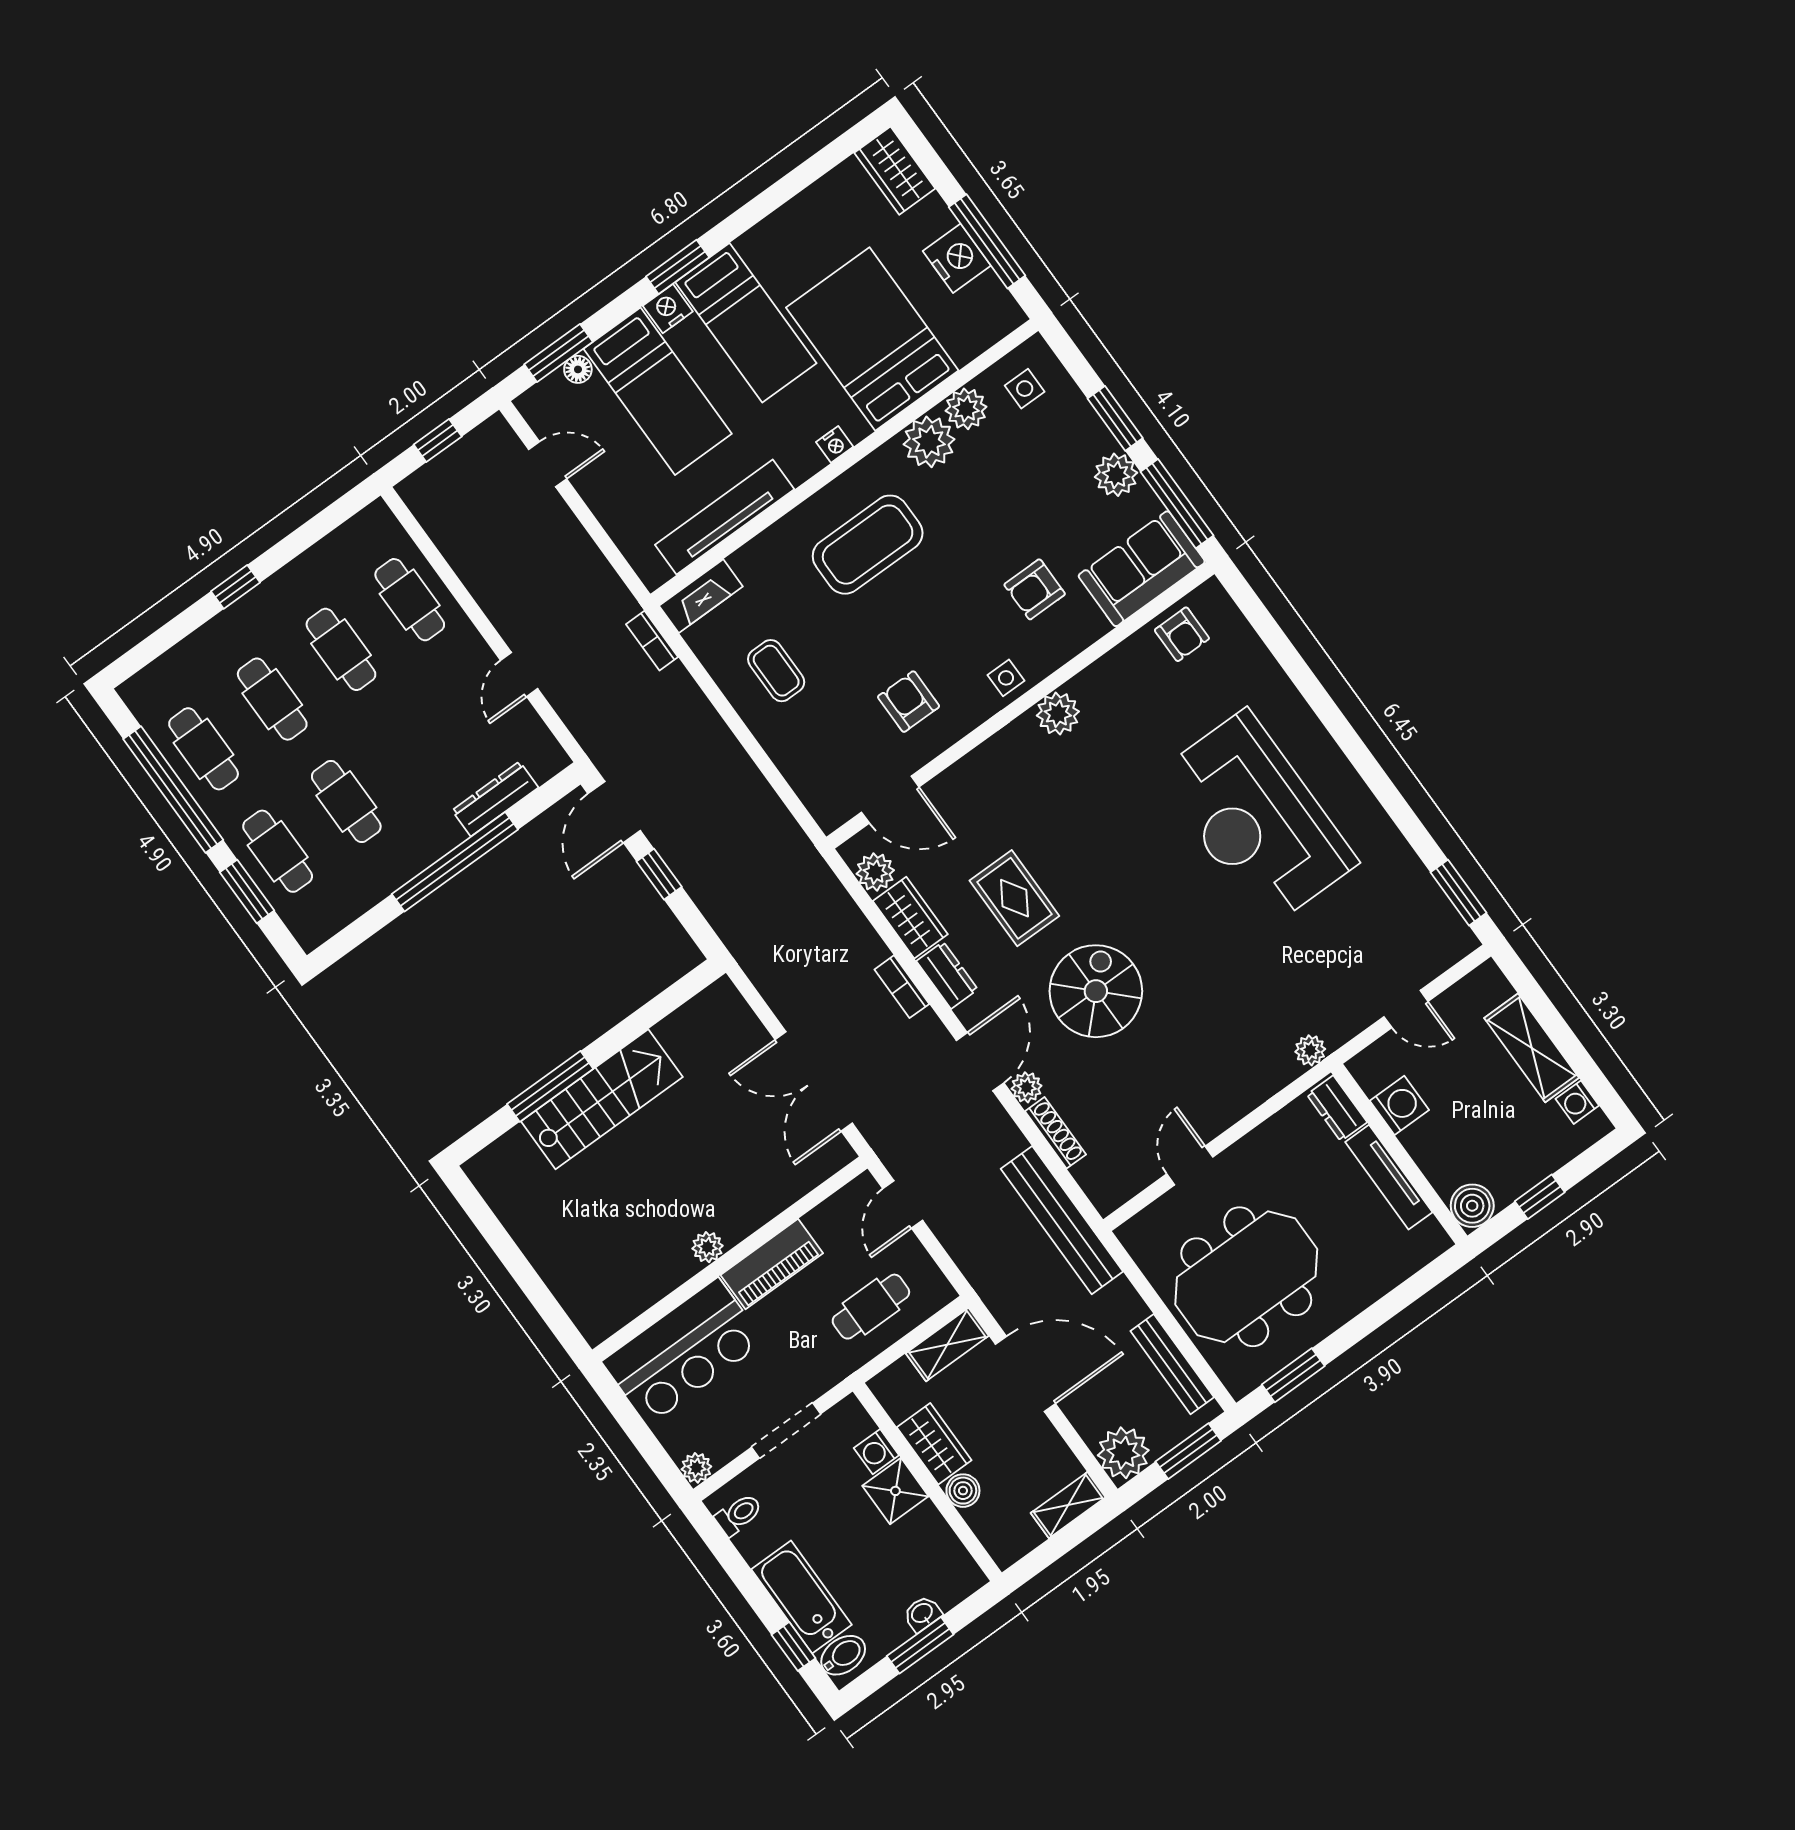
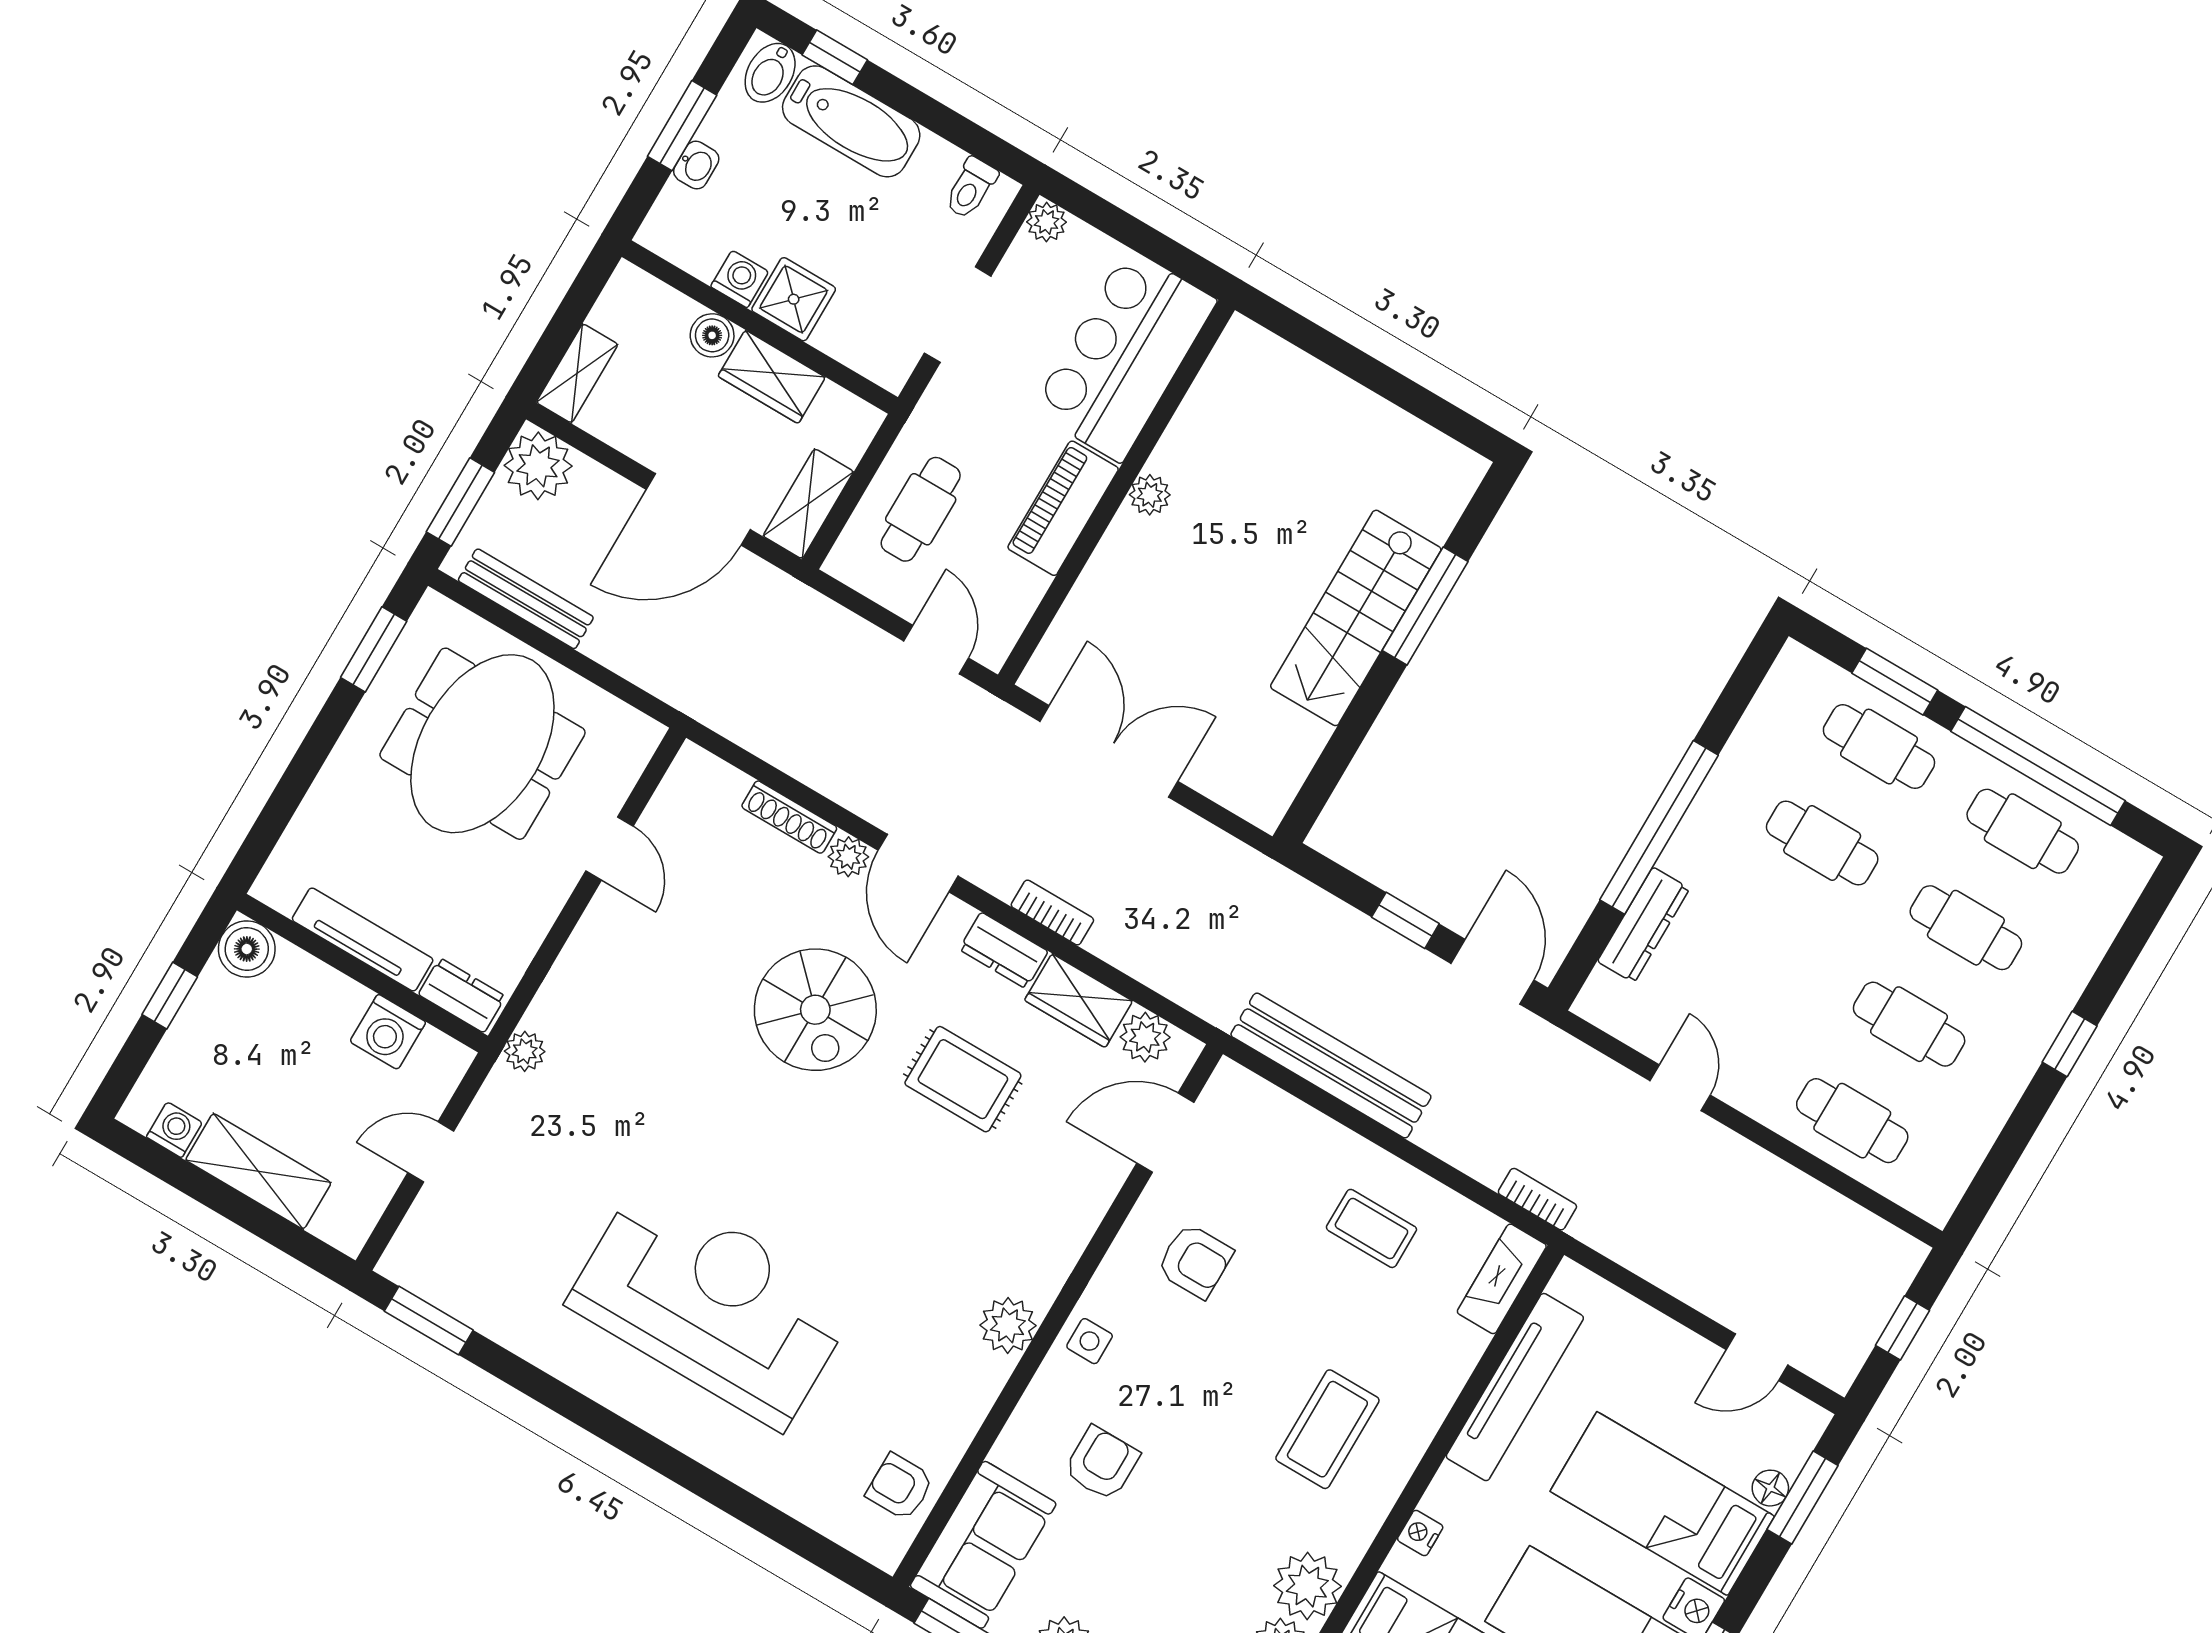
coffee table: (868, 545) -> (1327, 1429), width x0.73, depth x0.76
bench: (1062, 1220) -> (1331, 1066), moved
washing machine: (876, 1452) -> (740, 279), moved

